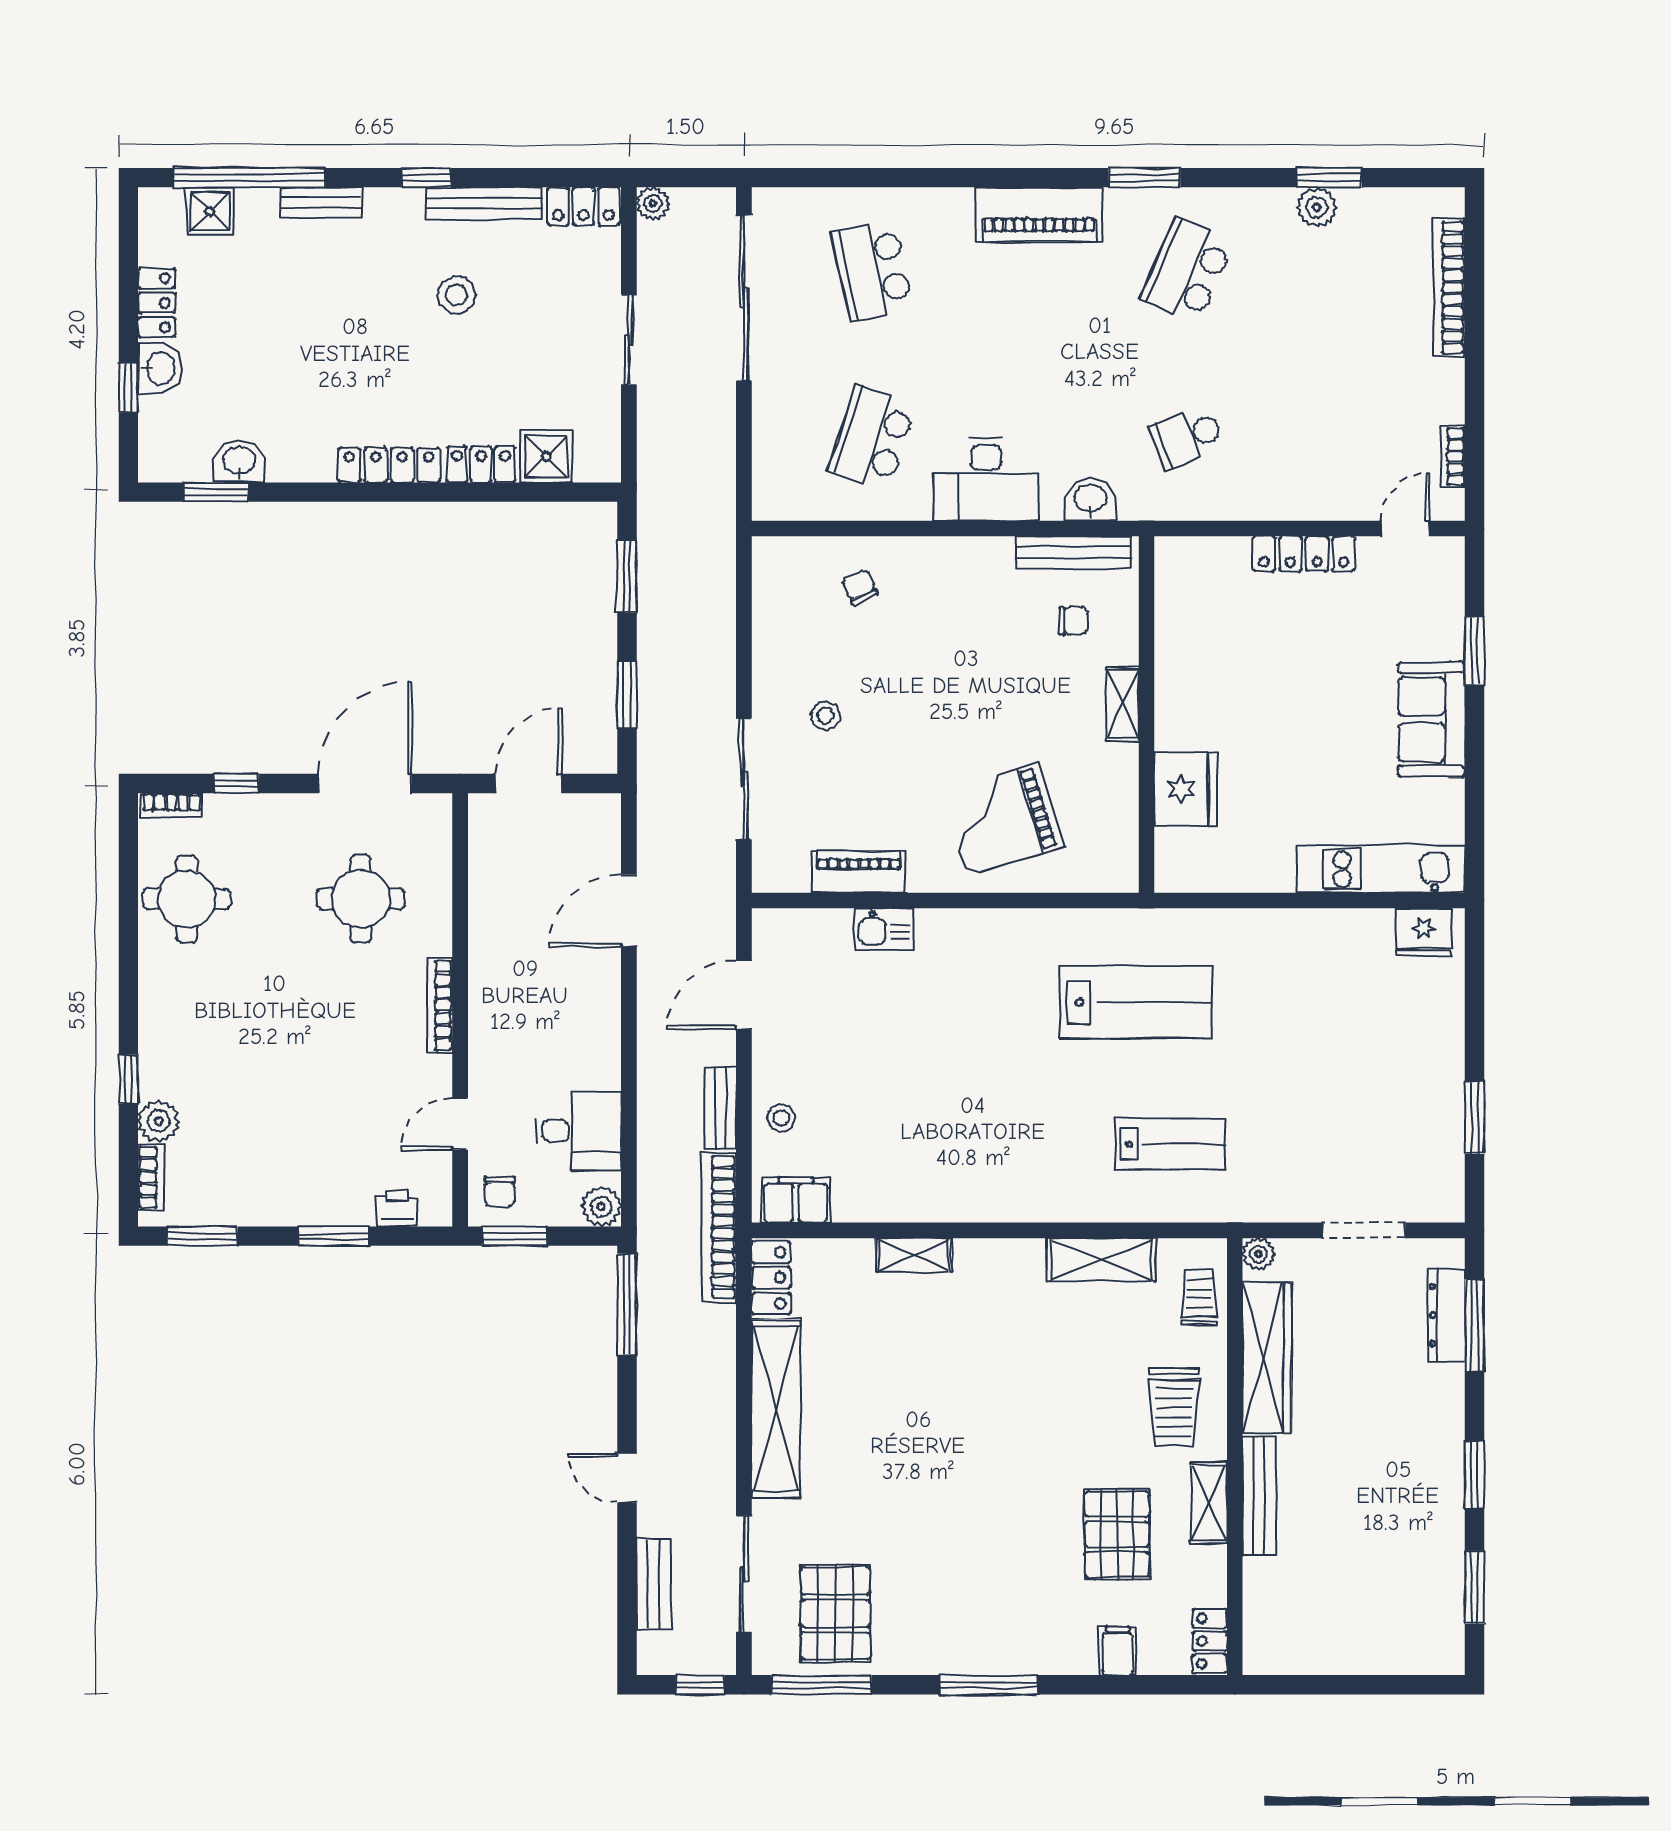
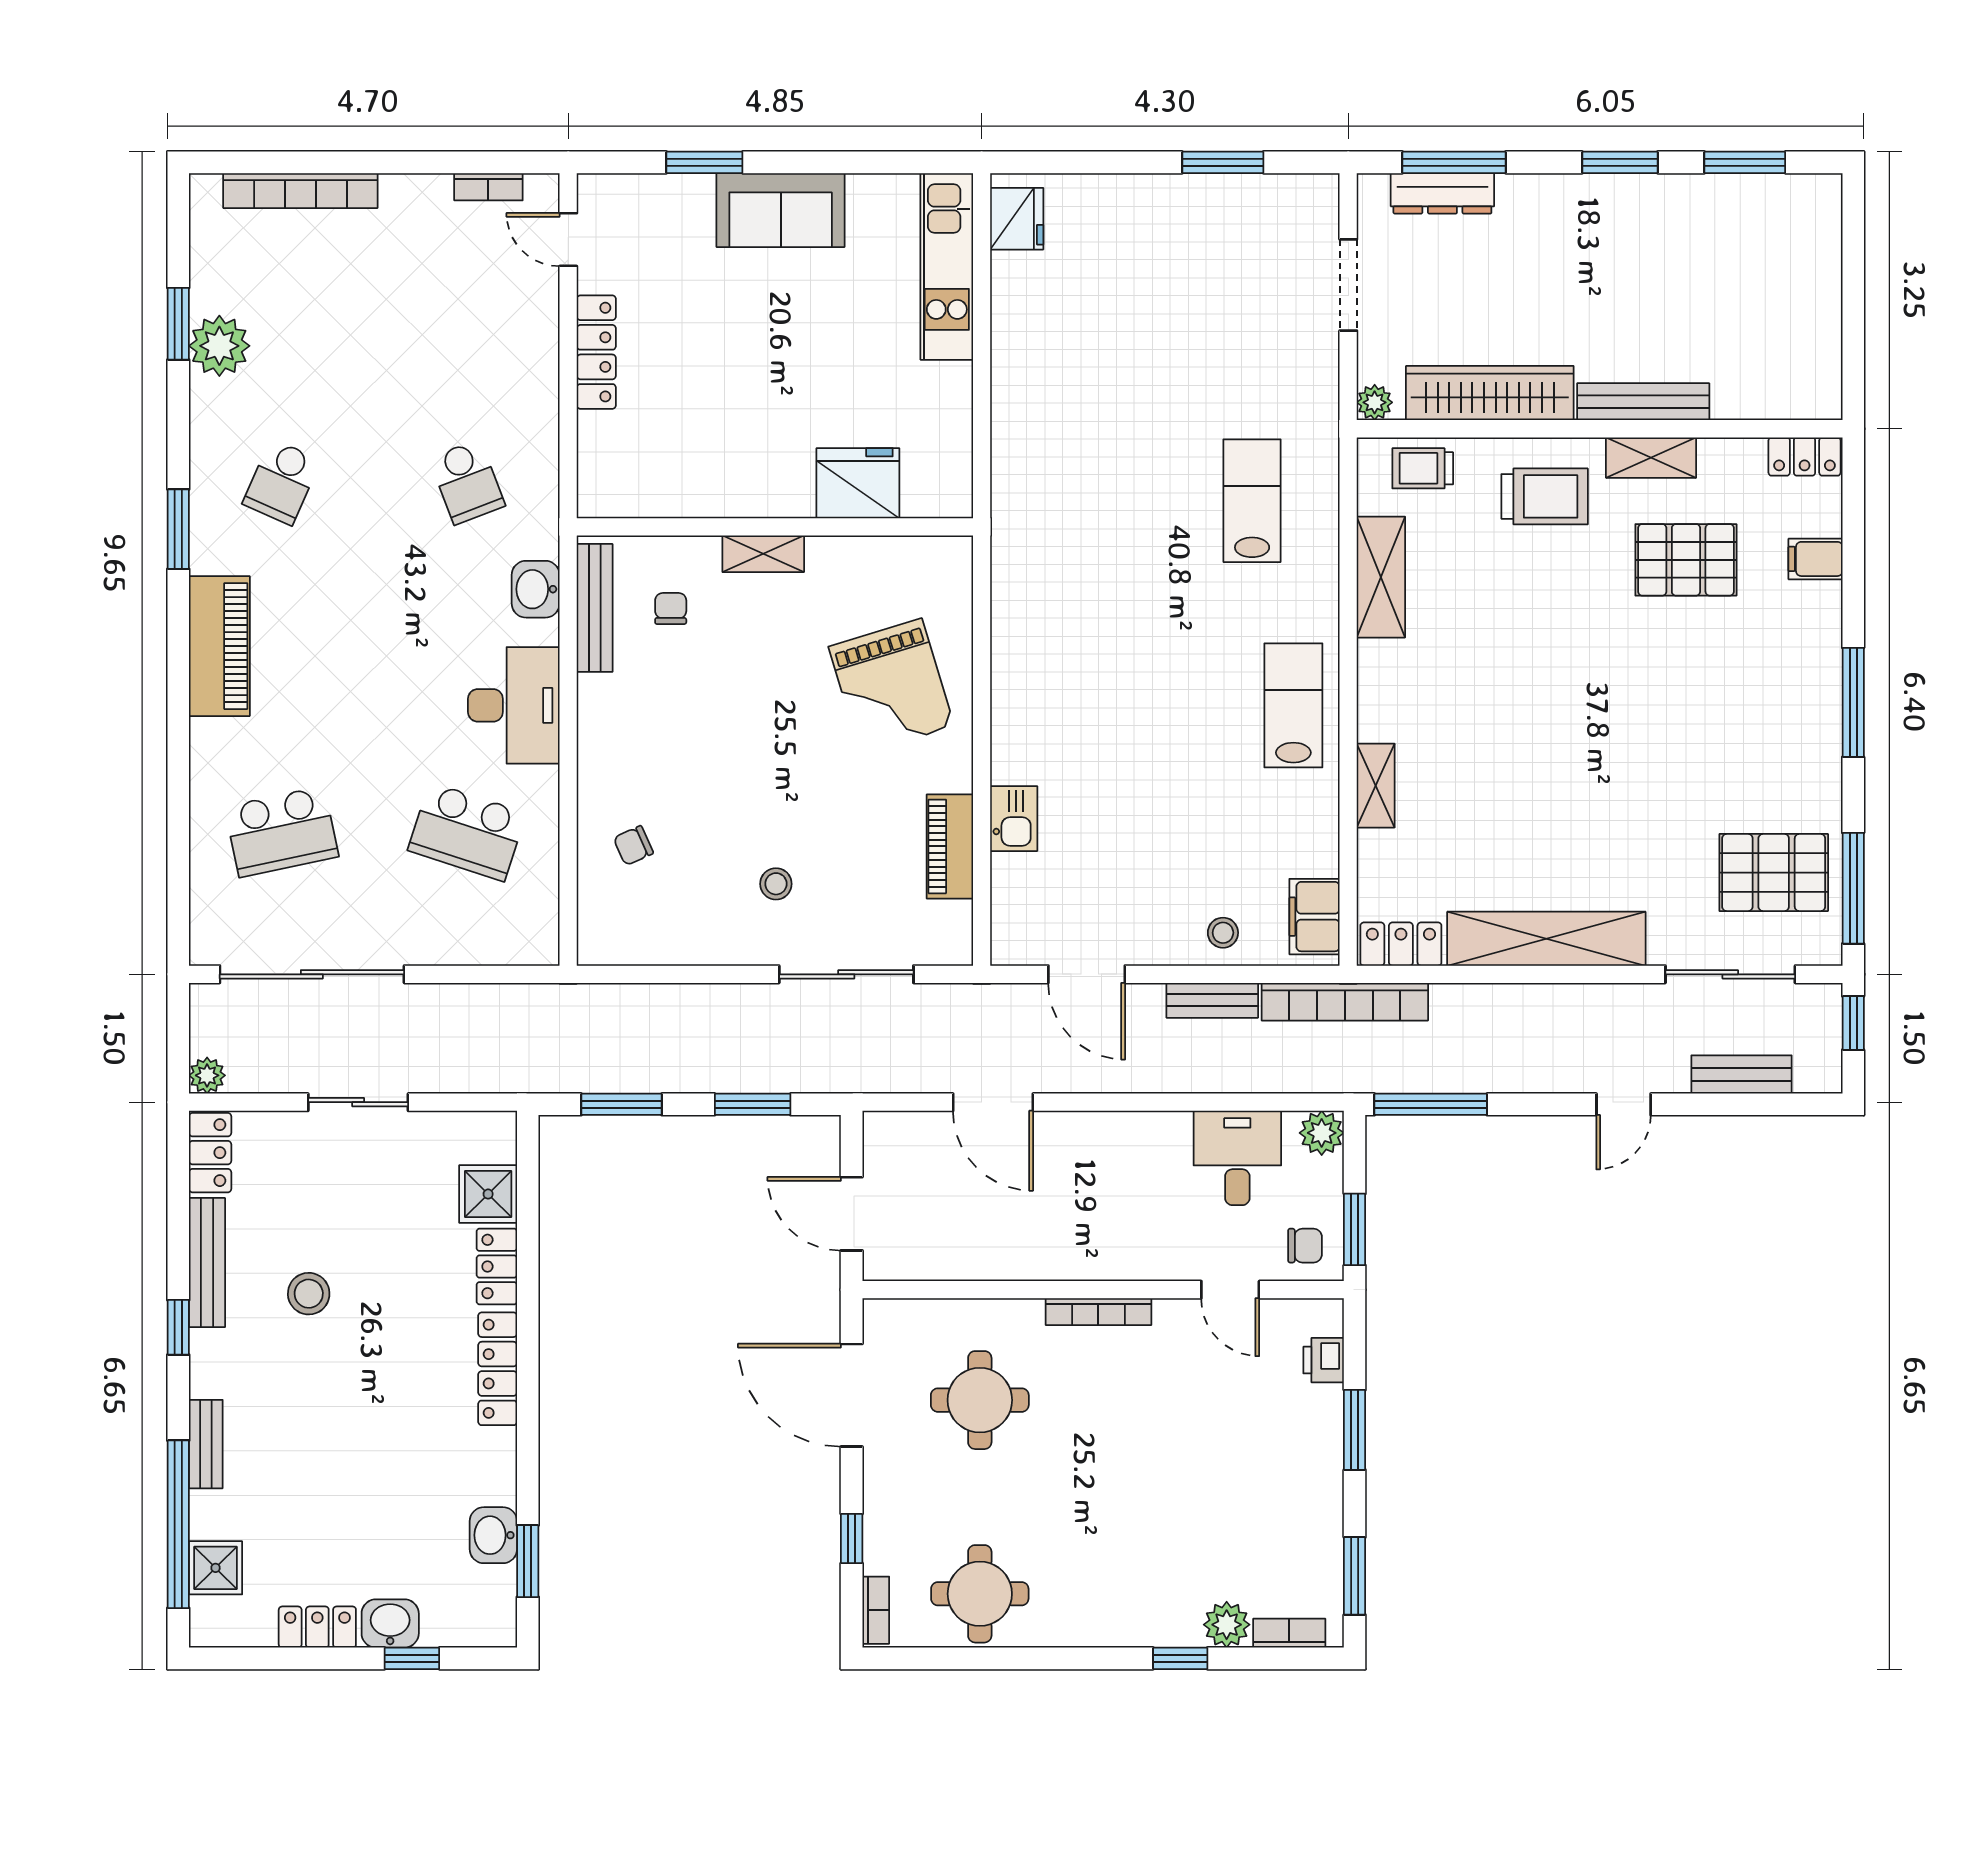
plant: (1317, 207) -> (219, 346), width x1.36, depth x1.36
school desk: (1187, 271) -> (282, 482), width x0.54
lab bench: (1136, 1002) -> (1293, 705), moved, width x0.73, depth x0.72

